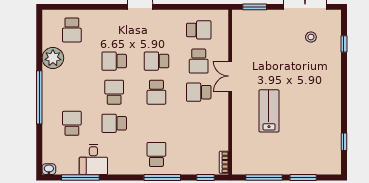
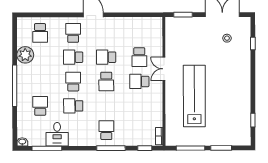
school desk: (199, 30) -> (73, 33), moved, turned -90
lab bench: (269, 111) -> (194, 96), width x1.86, depth x1.39

